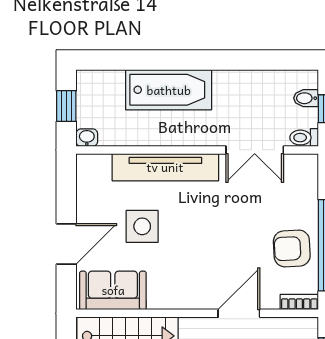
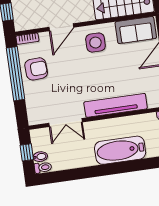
toilet: (304, 138) -> (43, 168), moved
double door: (255, 150) -> (66, 123), swing flipped
side table: (142, 226) -> (95, 43), moved

